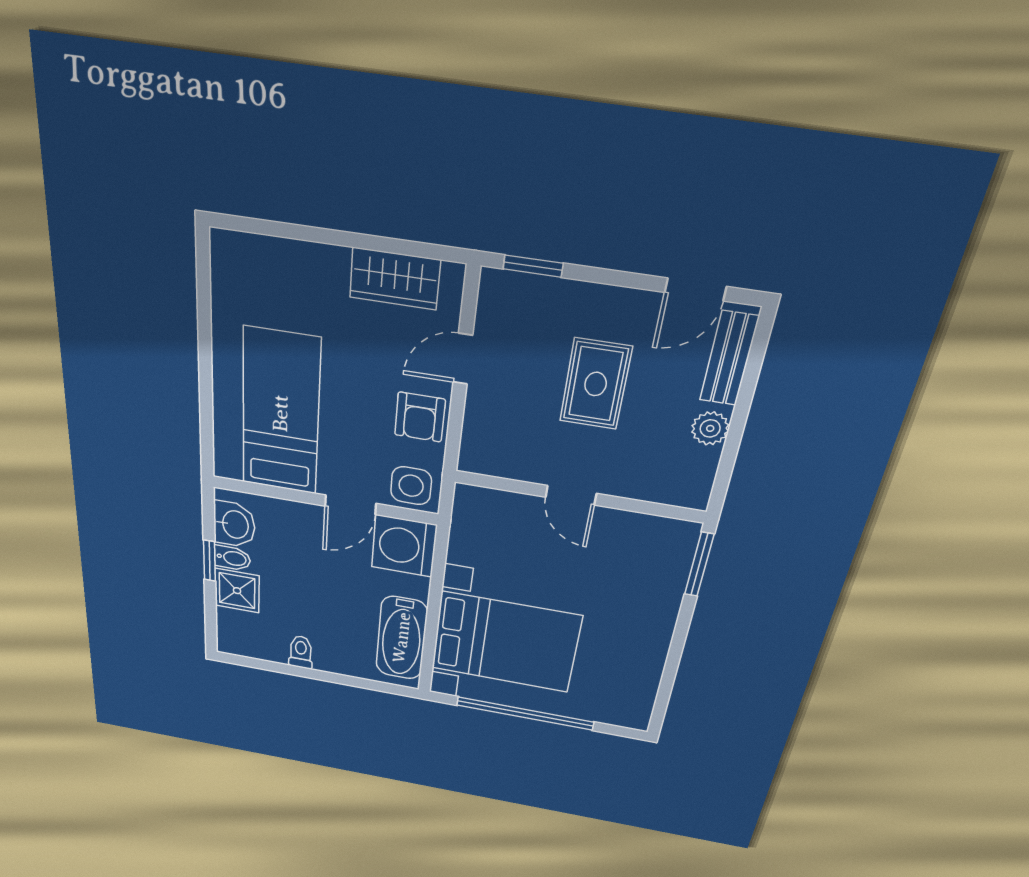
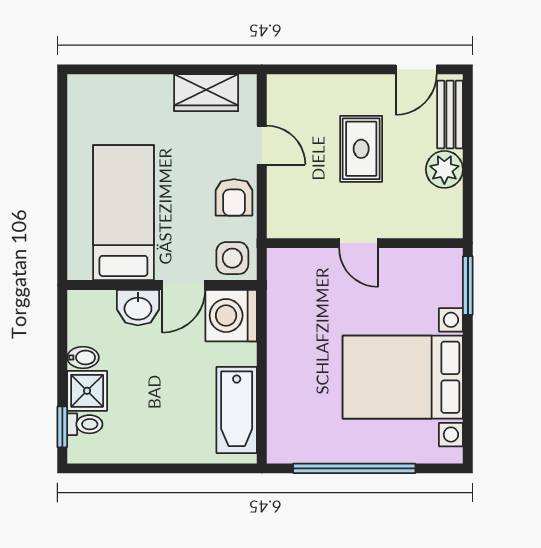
window: (533, 266) -> (303, 69), removed
door: (463, 359) -> (262, 145), swing flipped
plant: (710, 428) -> (444, 169), width x1.38, depth x1.38
washbasin: (234, 524) -> (138, 308), moved, turned 90
window: (209, 561) -> (62, 427), moved
bed with nightstands: (505, 642) -> (403, 377), moved, turned 180
toilet: (301, 652) -> (85, 424), moved, turned 90

